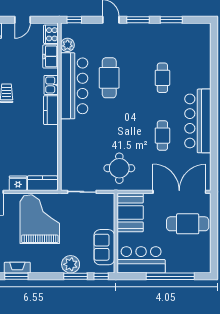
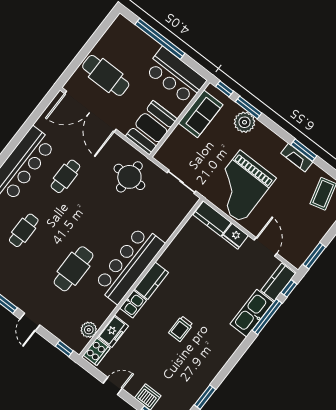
bar counter: (74, 86) -> (129, 265), moved

